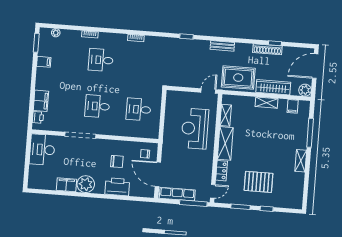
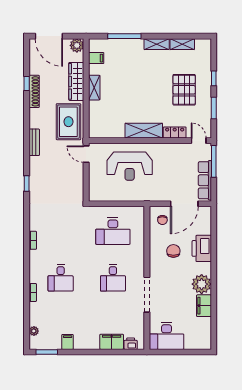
desk: (139, 109) -> (113, 231), width x1.37
shelving: (226, 115) -> (182, 44), moved

